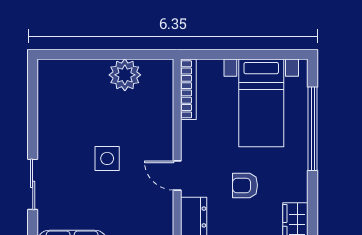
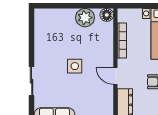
floor lamp: (162, 70) -> (107, 15), added
bookcase: (188, 89) -> (122, 40), moved

